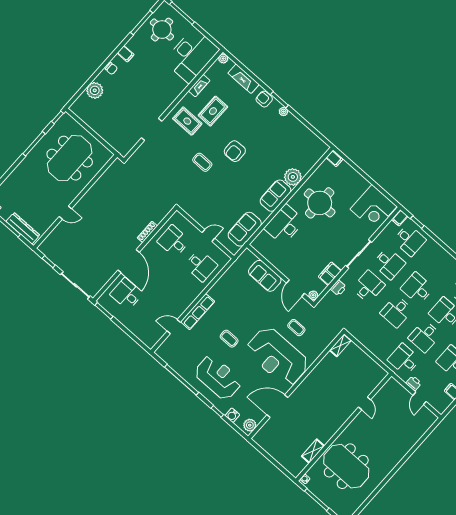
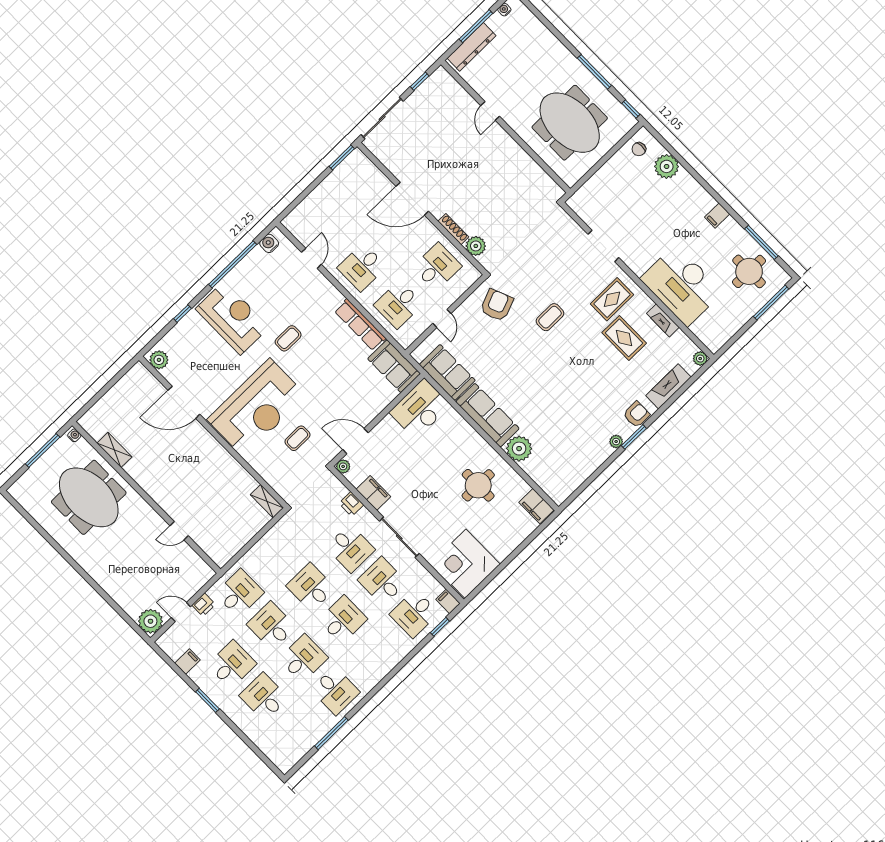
desk: (192, 55) -> (682, 285), moved
chair: (111, 69) -> (639, 149), moved
armchair: (235, 151) -> (497, 305), moved, turned 69
filing cabinet: (334, 159) -> (536, 506), width x2.00
sofa: (275, 196) -> (488, 415), width x1.36
round table: (320, 203) -> (478, 485), width x0.73, depth x0.73
plant: (158, 216) -> (476, 246), added
desk: (284, 225) -> (420, 409), moved, turned -90
desk: (389, 263) -> (382, 581), turned 90
sofa: (265, 276) -> (394, 366), moved, turned -90
desk: (126, 294) -> (362, 267), moved, turned 180
row of seats: (198, 312) -> (360, 325), moved
reception desk: (277, 357) -> (257, 408), turned 180
reception desk: (218, 377) -> (232, 318), turned -90
door: (277, 406) -> (184, 402), swing flipped
water cooler: (232, 415) -> (269, 243), moved
plant: (427, 418) -> (150, 621), added
meeting table: (346, 466) -> (89, 497), turned 90

